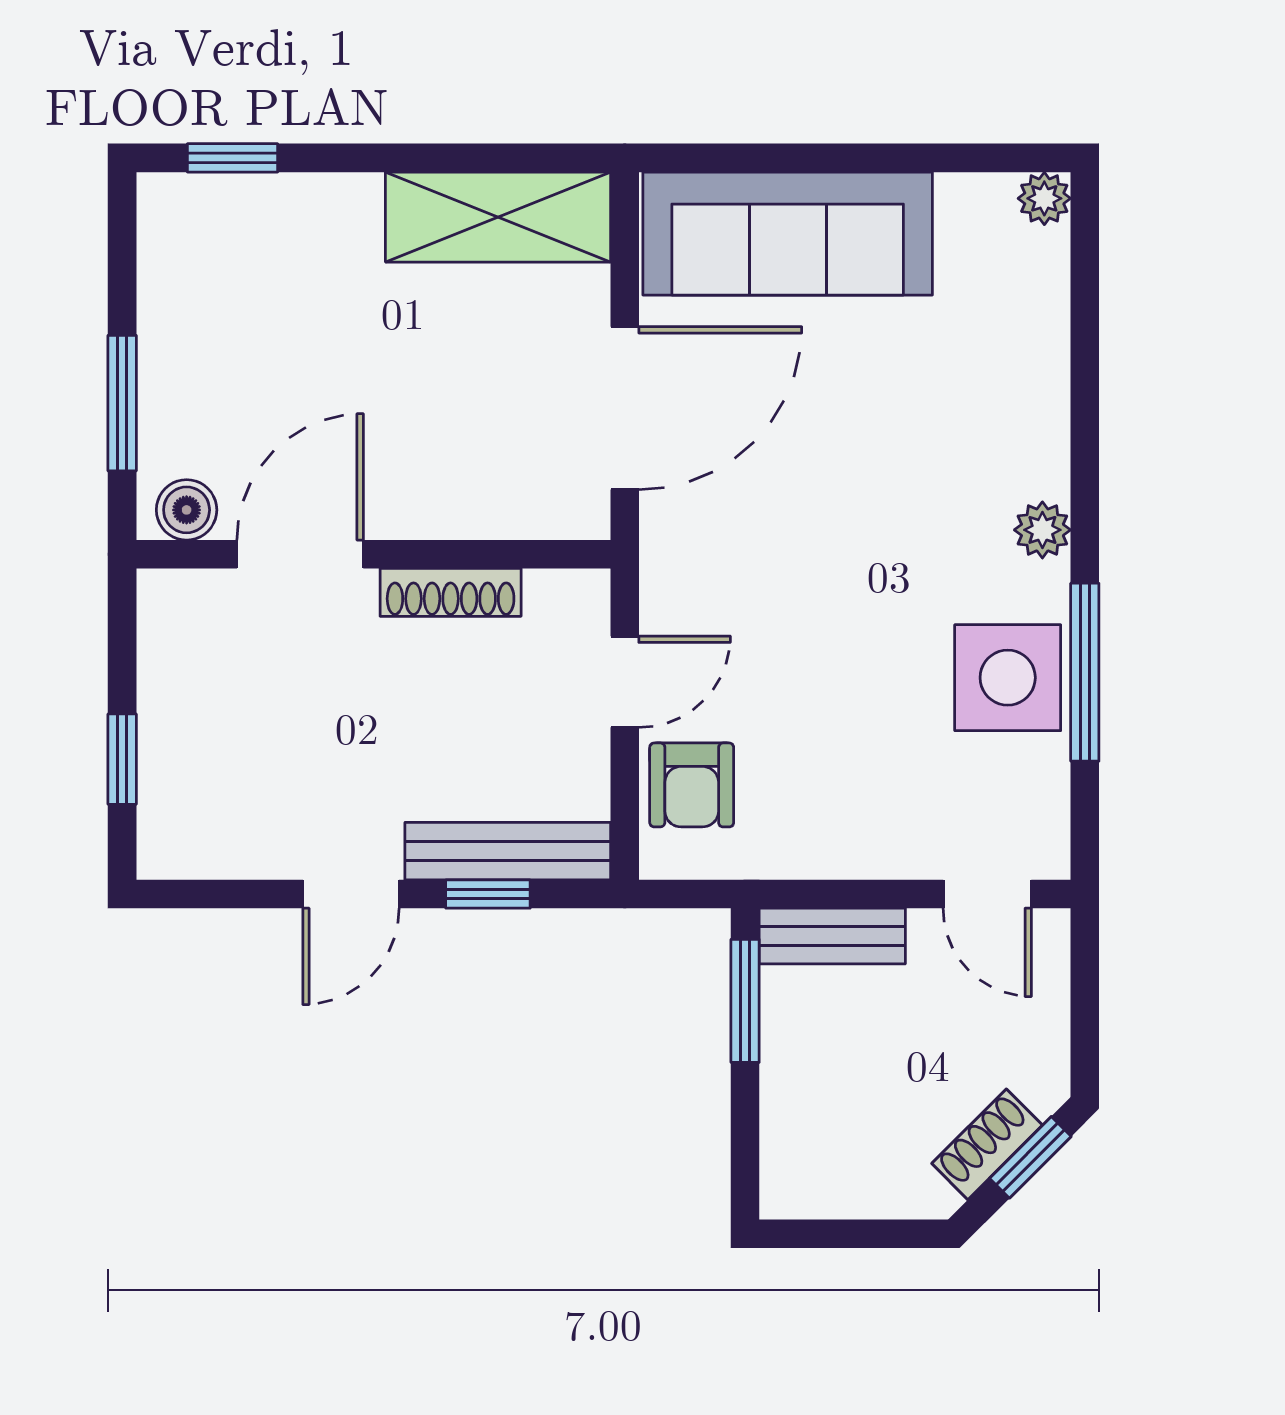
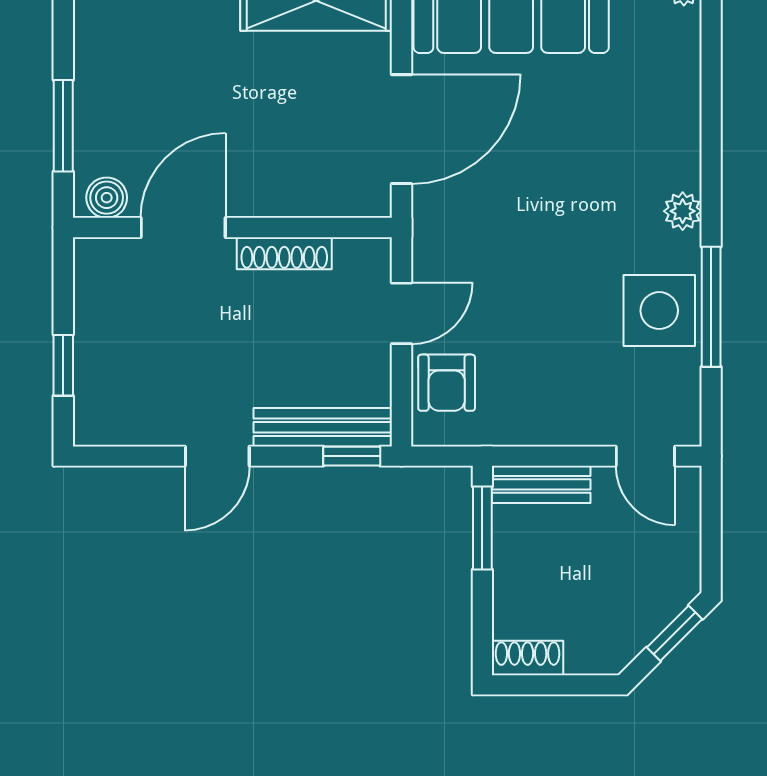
window: (488, 894) -> (352, 456), moved
shoe rack: (987, 1144) -> (528, 658), moved, turned 45

